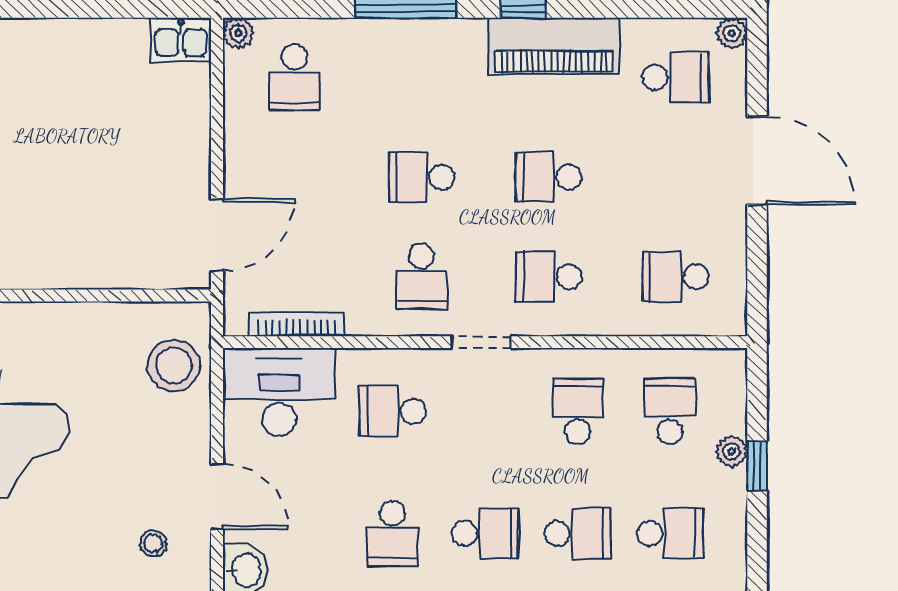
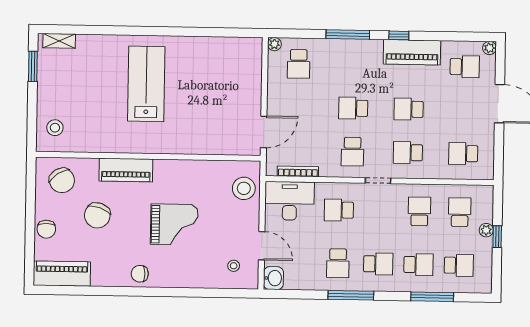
kitchen sink: (181, 40) -> (249, 47), removed

